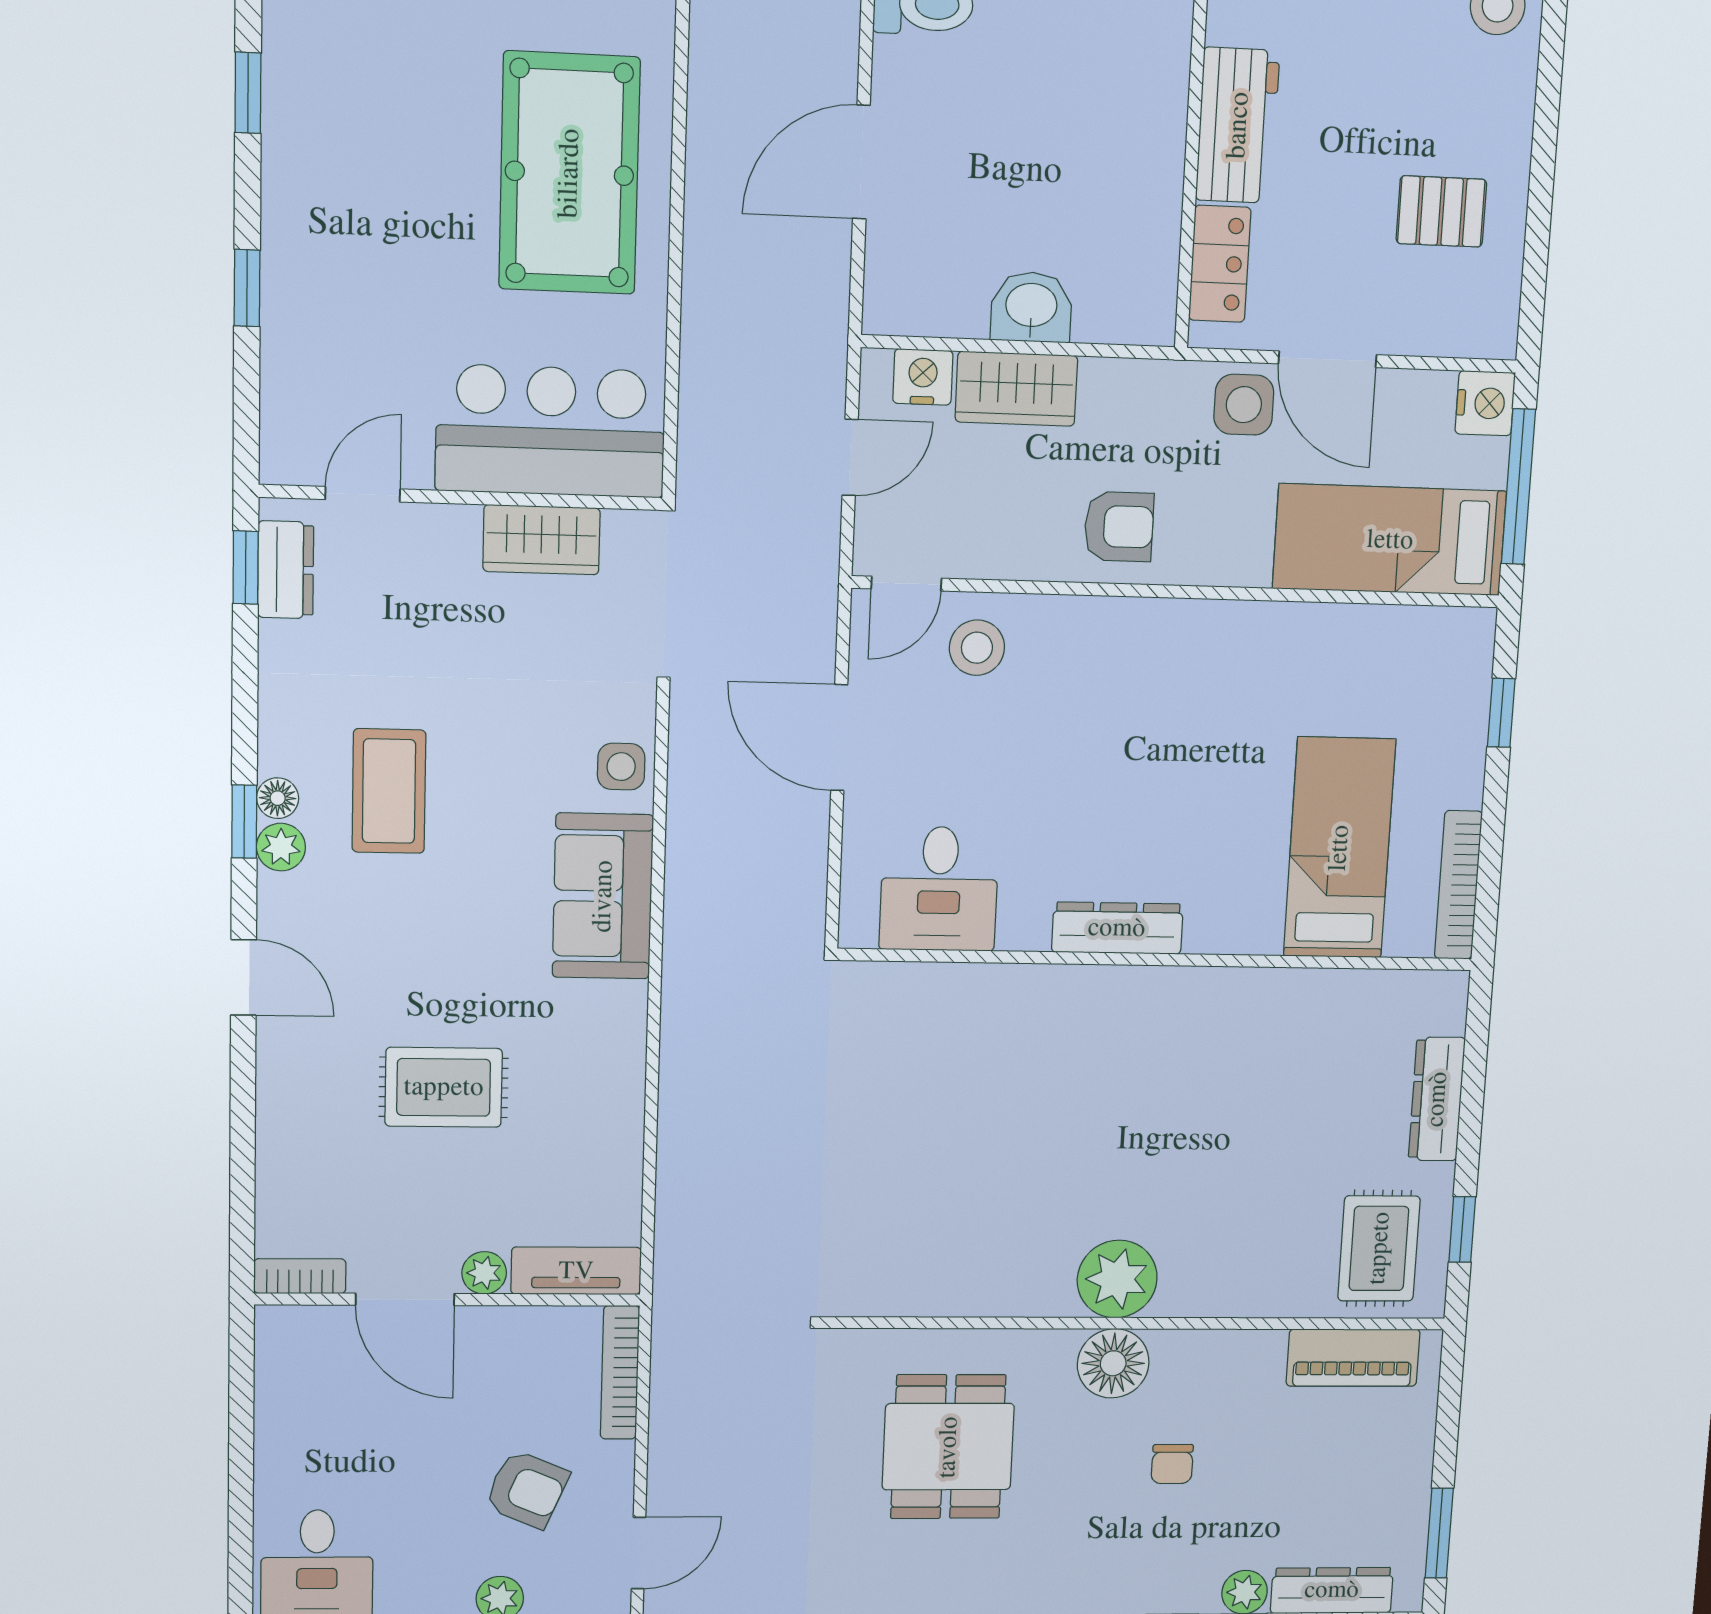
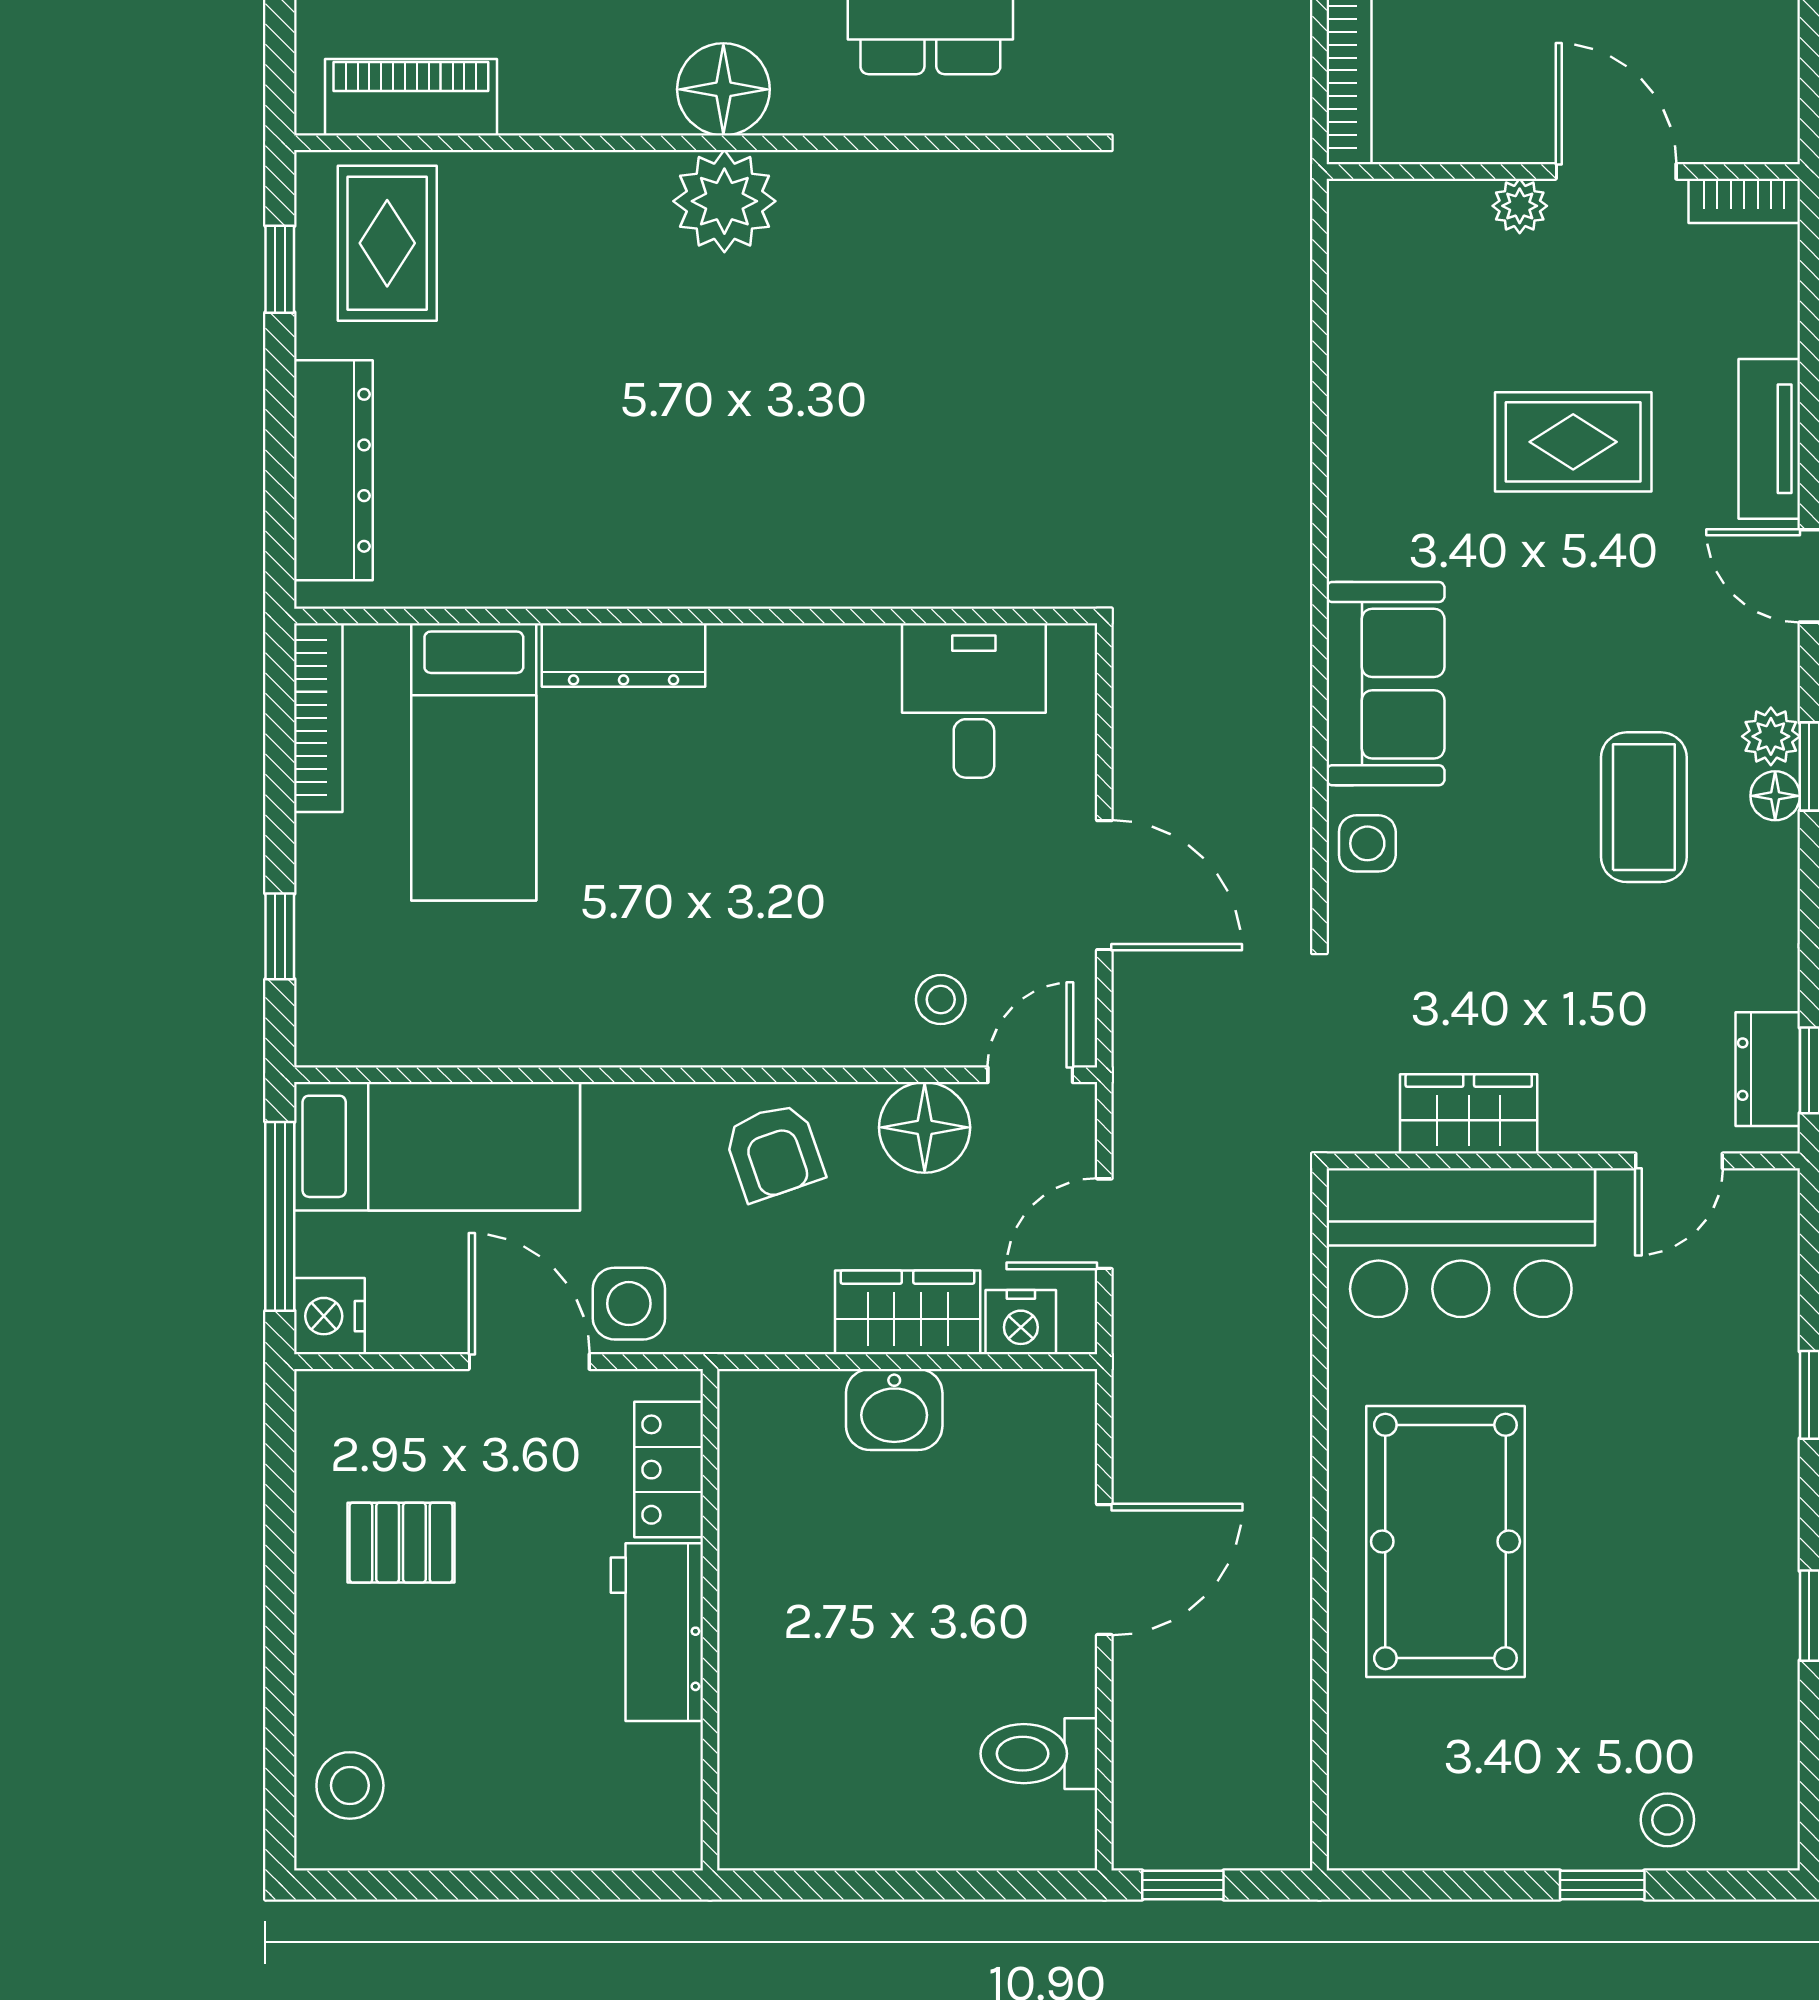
armchair: (1119, 527) -> (774, 1152), turned -109
floor lamp: (995, 543) -> (925, 1127), added
stool: (977, 648) -> (941, 1000), width x0.73, depth x0.73
dresser: (1117, 928) -> (624, 655), moved
dresser: (1437, 1099) -> (333, 470), width x1.37, depth x1.24
tv unit: (576, 1271) -> (1769, 439), moved, turned 90

